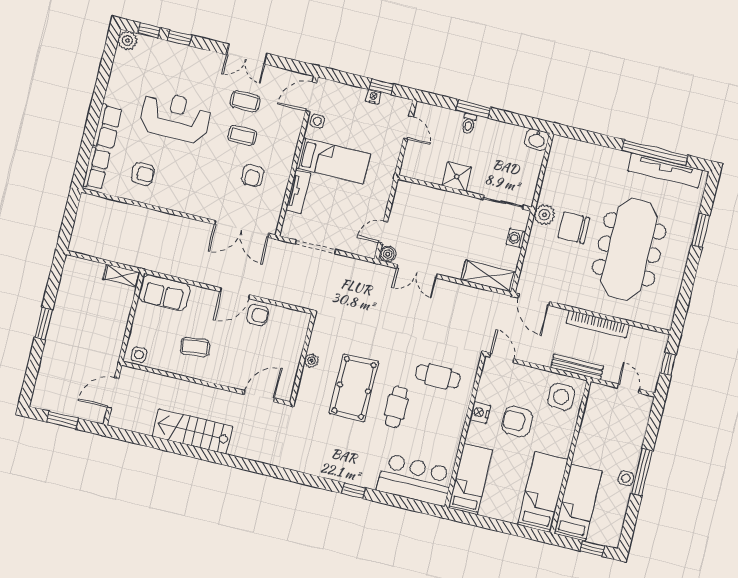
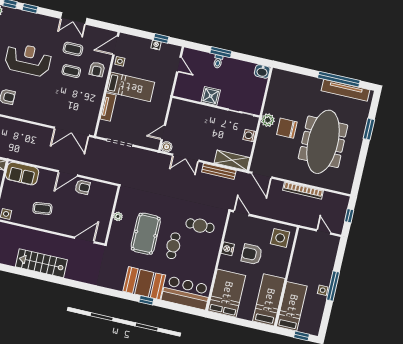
armchair: (253, 175) -> (97, 69), moved
bench: (577, 367) -> (219, 171), moved
booth: (351, 464) -> (144, 283), added
bed: (470, 479) -> (227, 293), width x1.50

